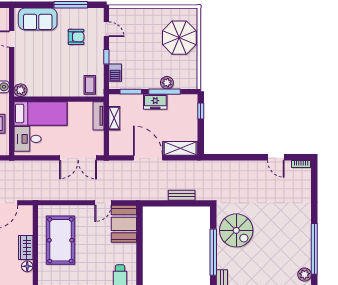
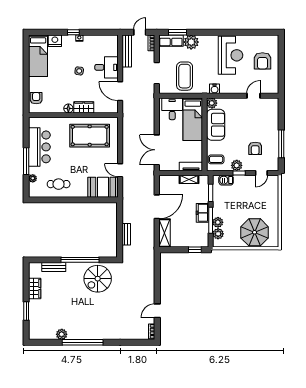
sofa: (38, 19) -> (216, 125), moved, turned 180
plant: (97, 60) -> (237, 165), added
plant: (181, 82) -> (218, 234), added

